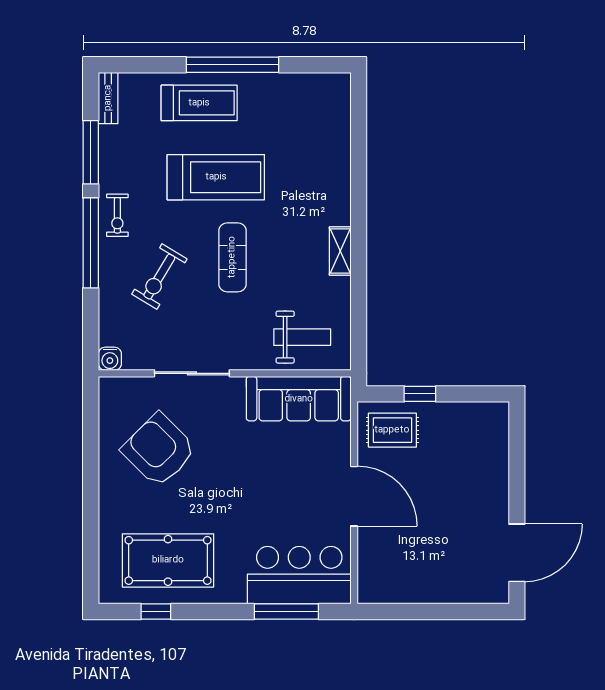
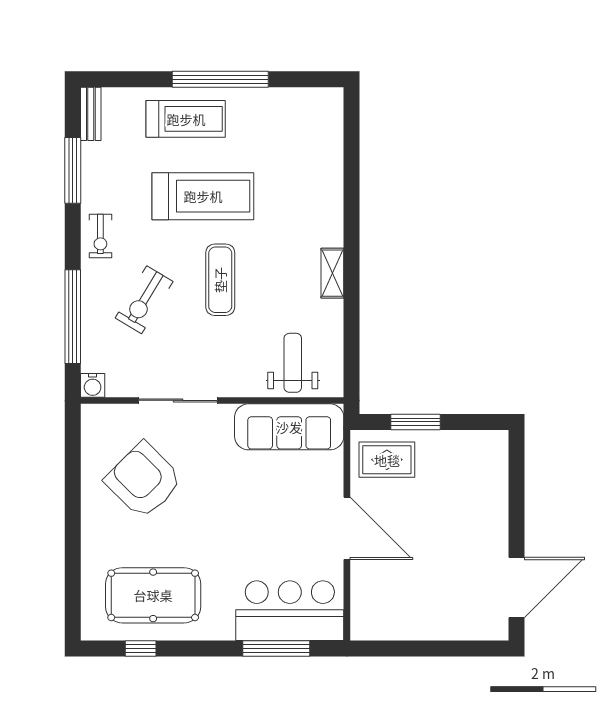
window: (91, 243) -> (73, 317), moved
weight bench: (302, 337) -> (293, 363), turned -90
window: (420, 394) -> (415, 422), width x1.50

